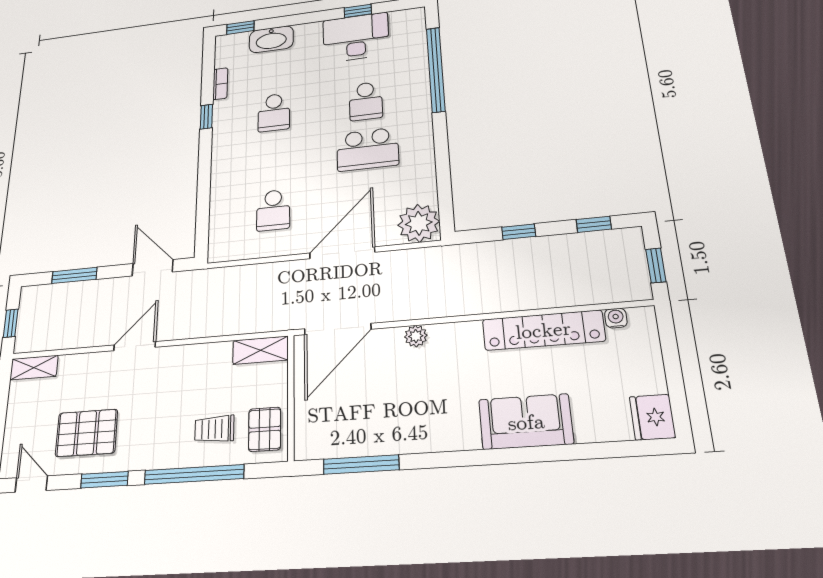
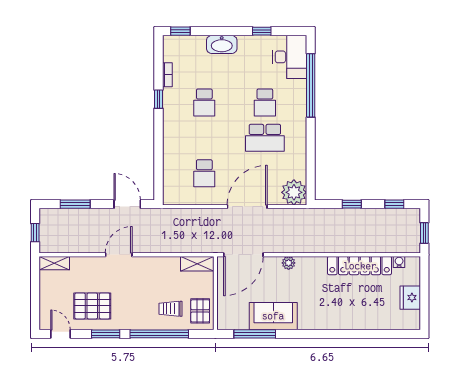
desk: (356, 37) -> (290, 57), moved, turned 90
washbasin: (271, 39) -> (222, 44), moved
fridge: (652, 417) -> (410, 298), moved
sofa: (526, 422) -> (273, 316), moved

